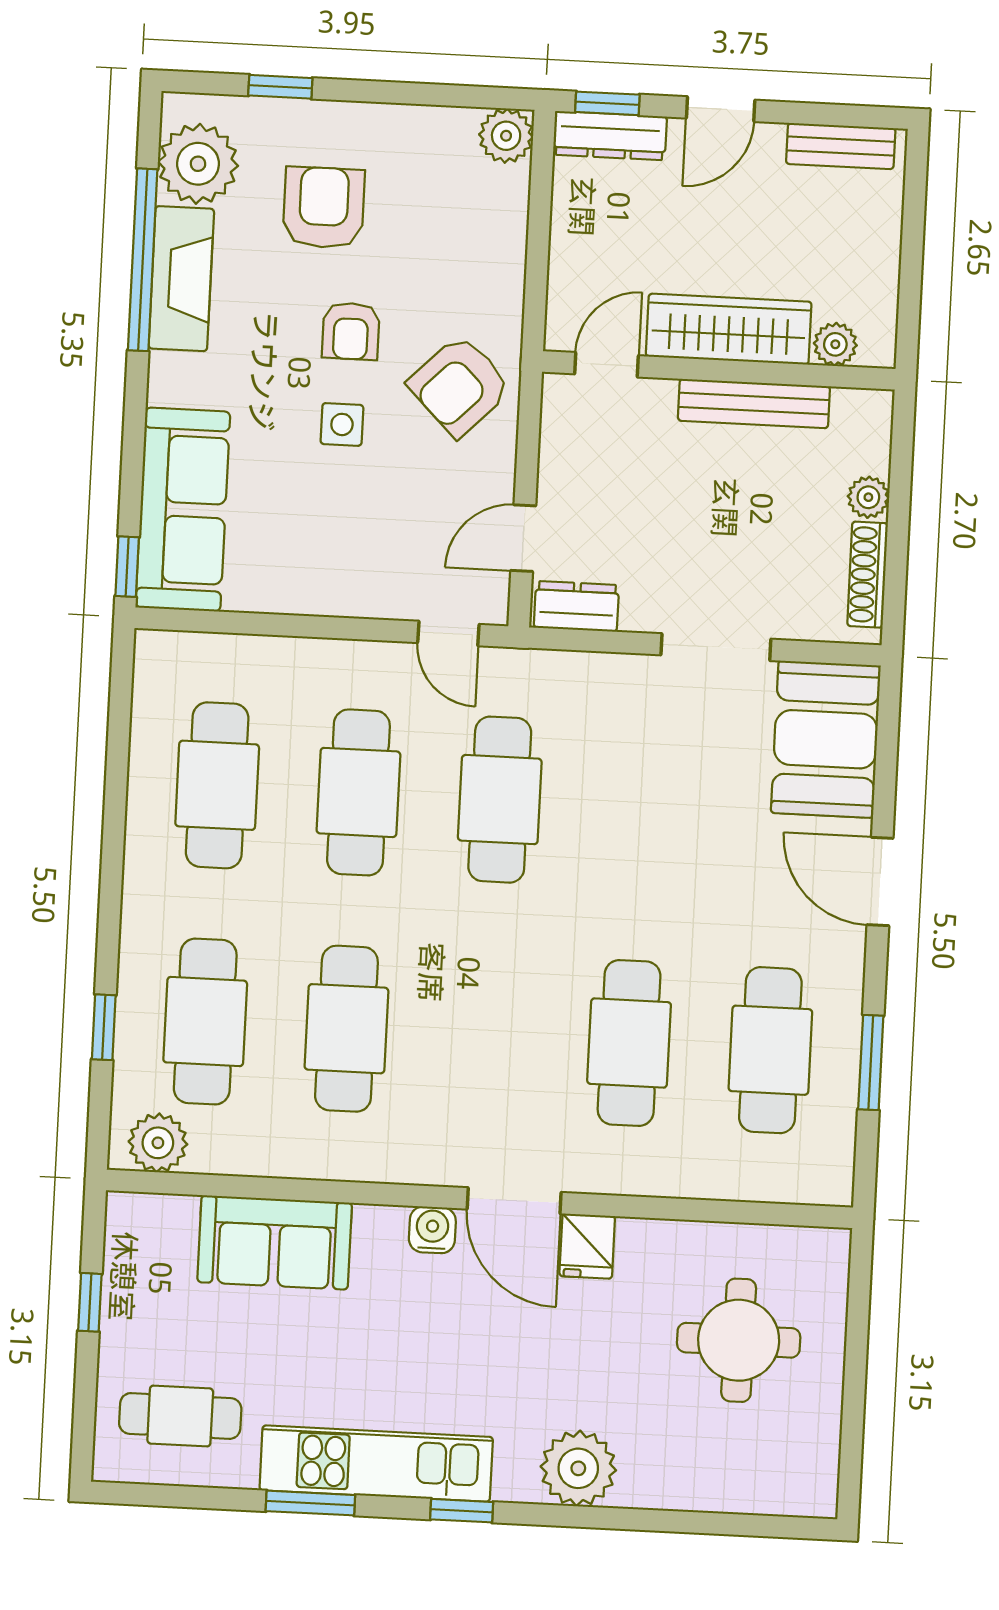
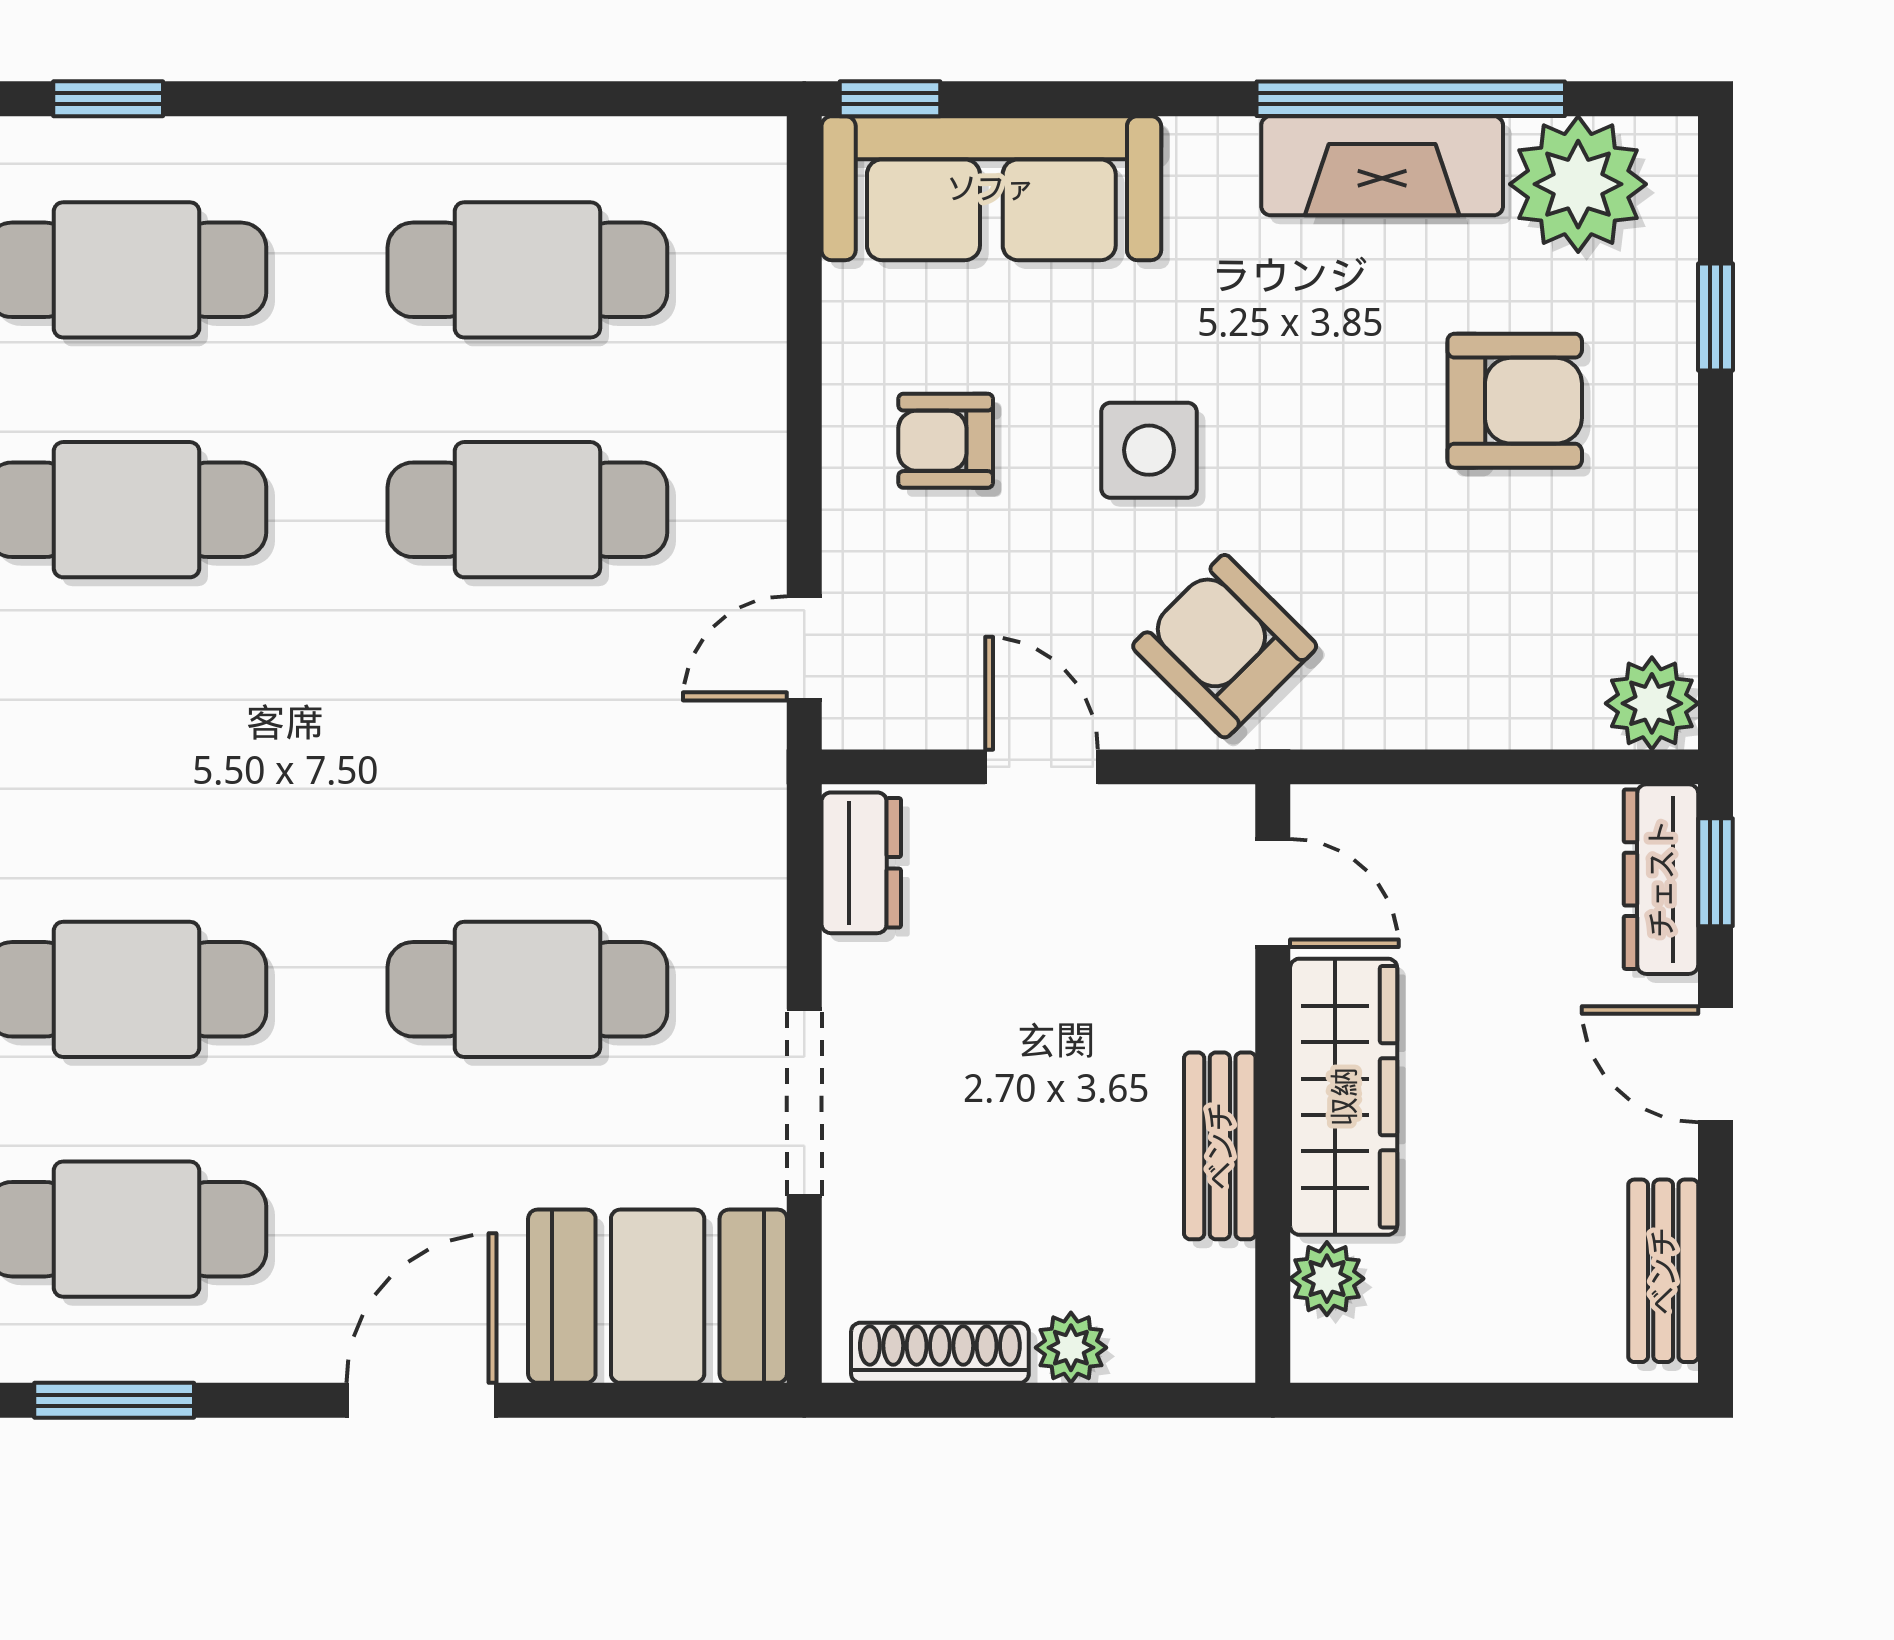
armchair: (351, 331) -> (946, 441), moved
bench: (754, 404) -> (1220, 1146), width x0.73
side table: (342, 424) -> (1149, 450), width x1.37, depth x1.37
door: (523, 538) -> (1042, 767), moved
cafe table: (500, 800) -> (527, 989), moved

